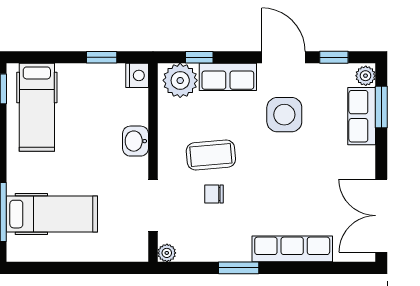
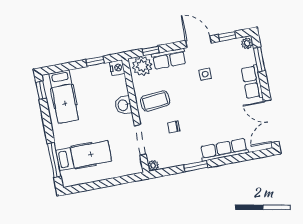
side table: (284, 115) -> (205, 74), width x0.54, depth x0.54
row of seats: (362, 116) -> (252, 82), moved
coffee table: (211, 155) -> (155, 101), moved

